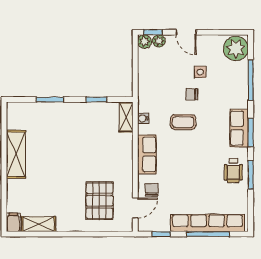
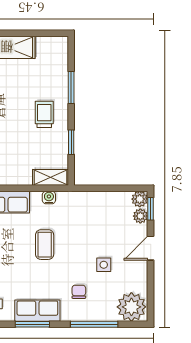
chair: (192, 94) -> (79, 292), moved
trolley: (73, 122) -> (44, 114), added

